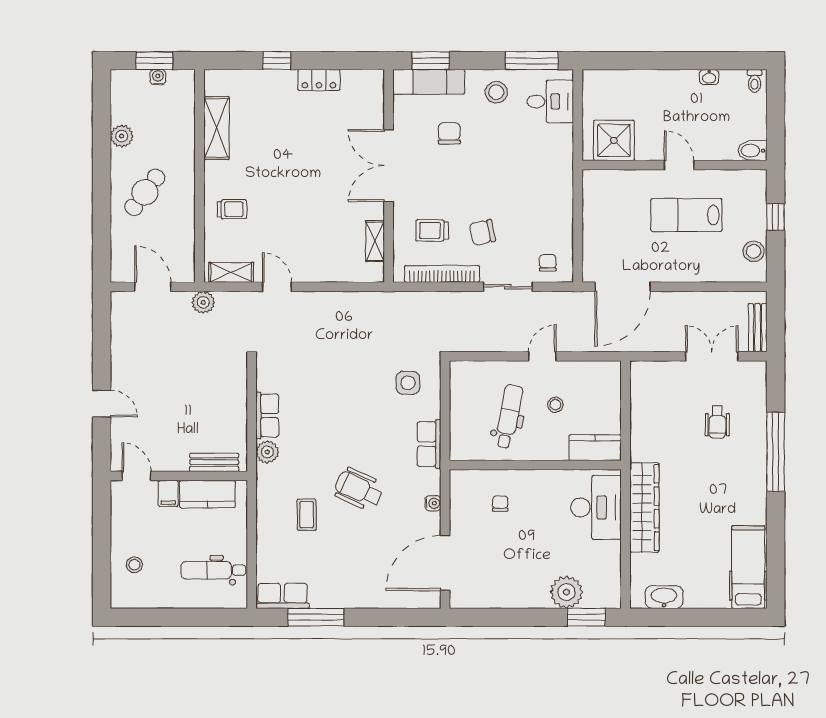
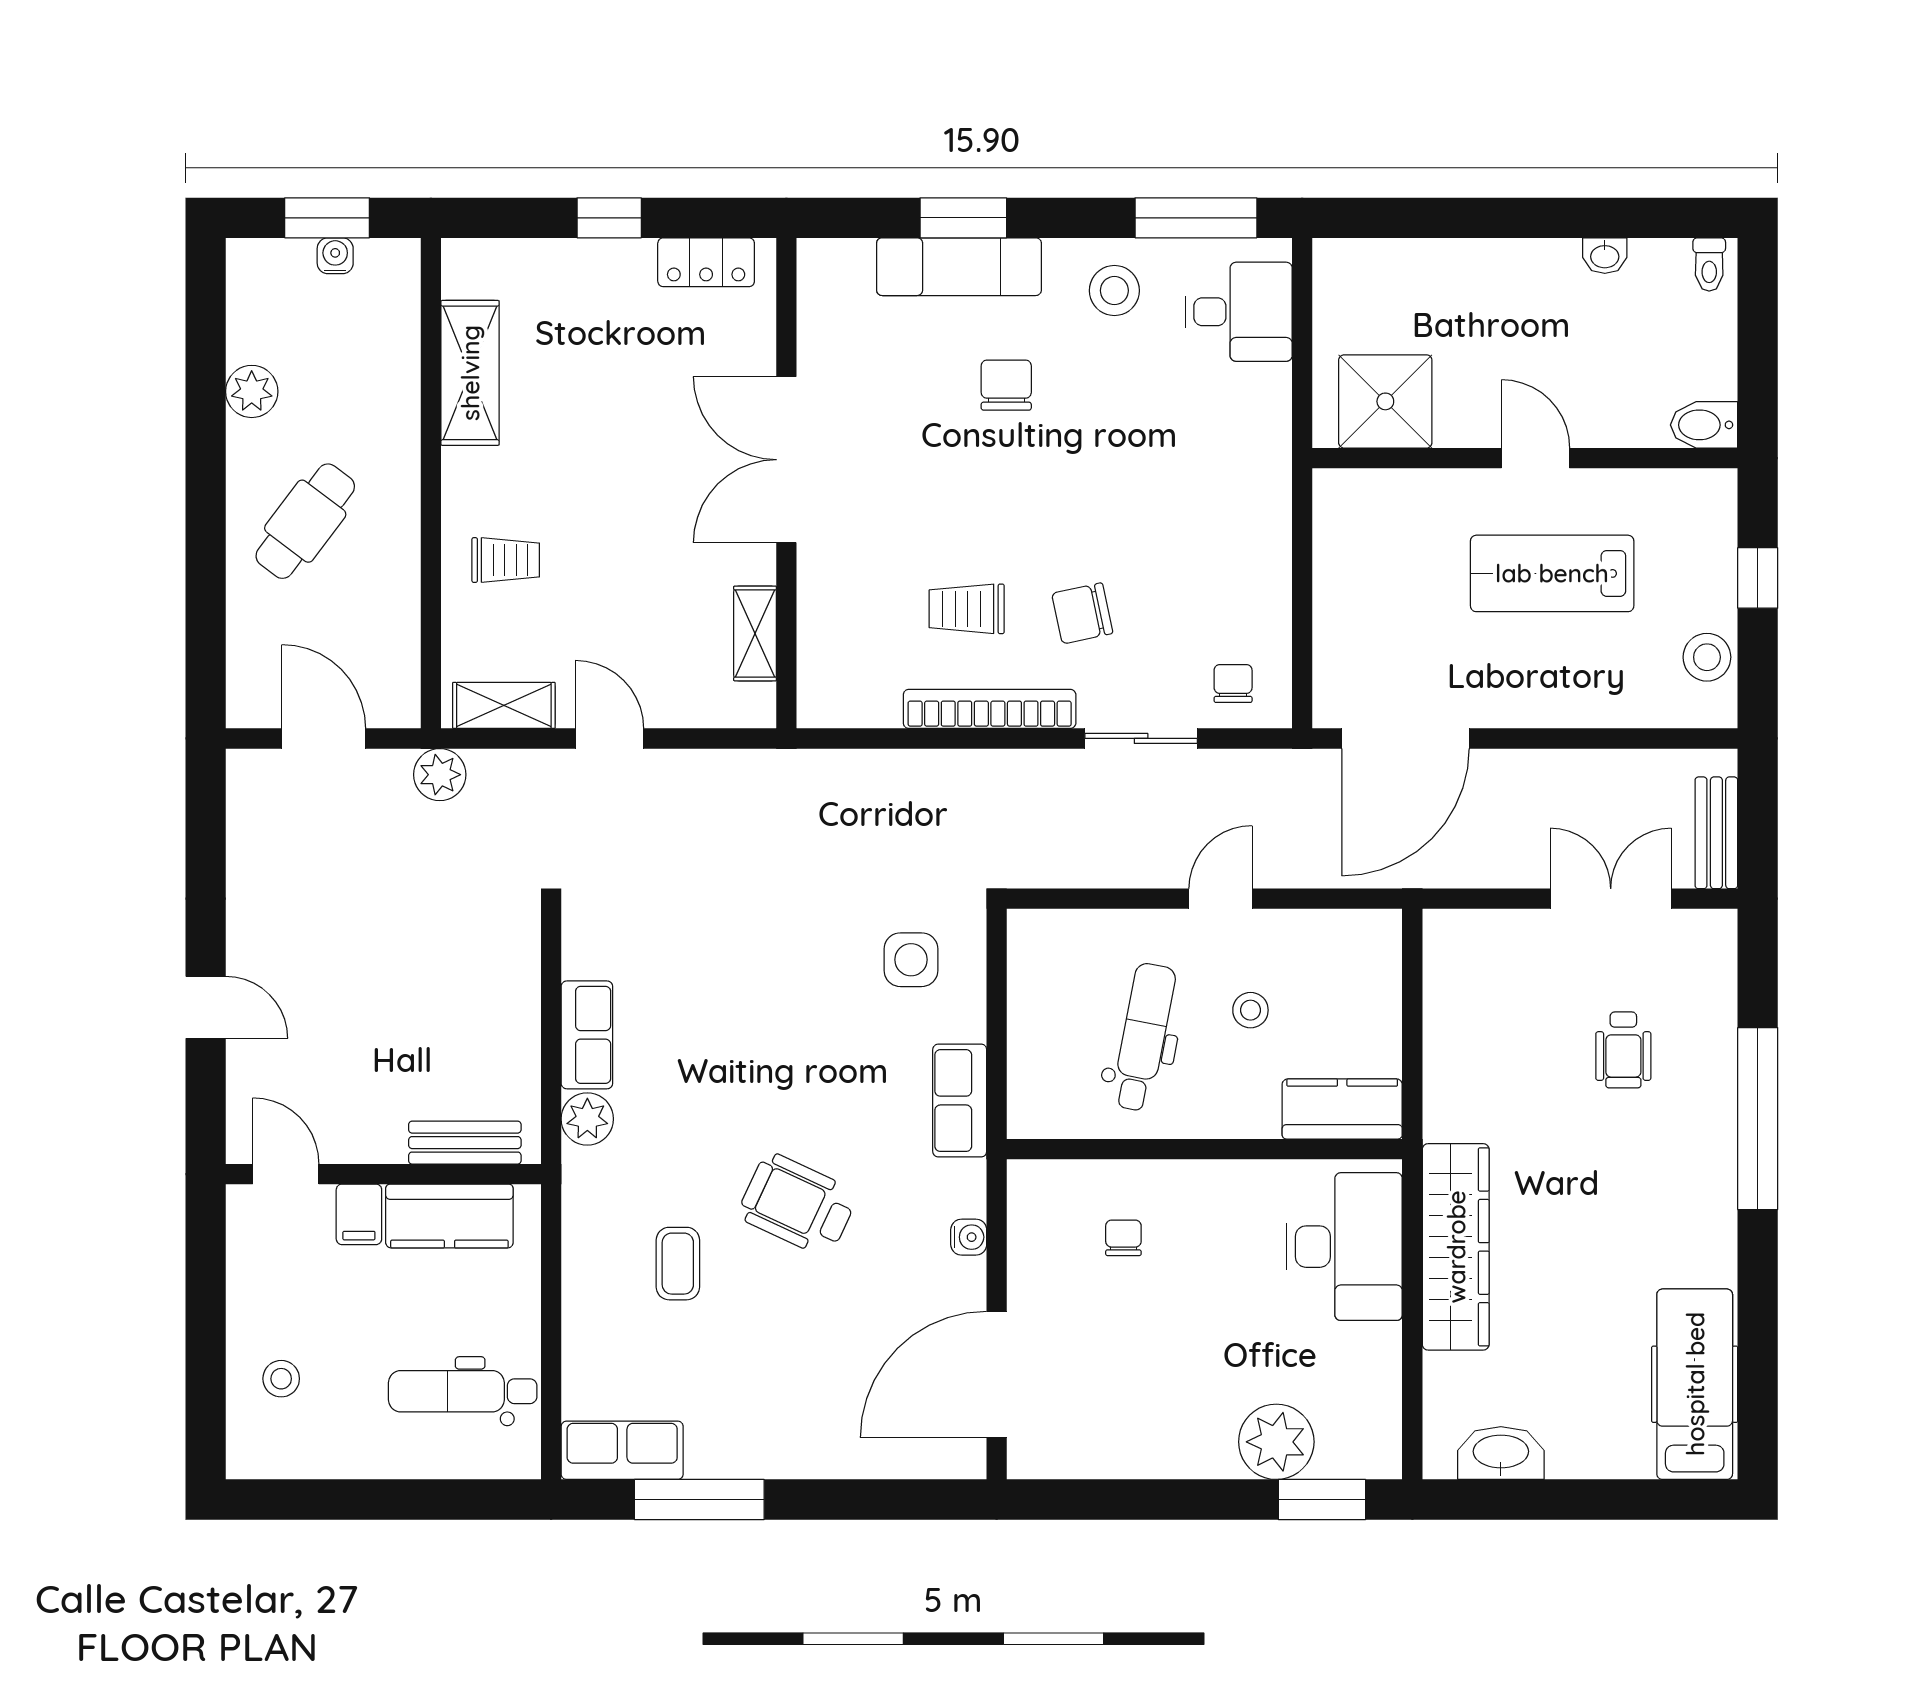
double door: (389, 166) -> (786, 460), moved
wall: (389, 176) -> (786, 483), moved
shelving: (375, 241) -> (755, 633), moved

